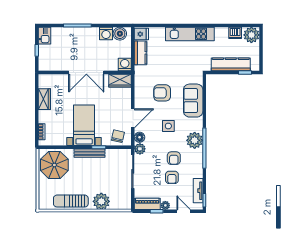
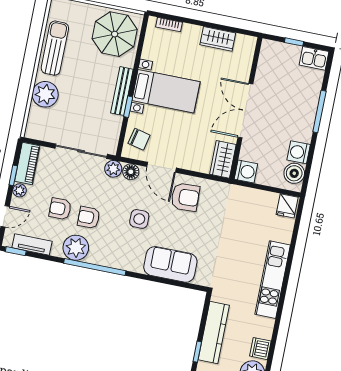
kitchen counter: (140, 53) -> (259, 199), removed
armchair: (162, 93) -> (185, 197), moved, turned 88
plant: (195, 140) -> (76, 248), moved

